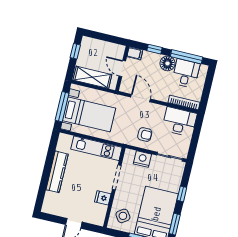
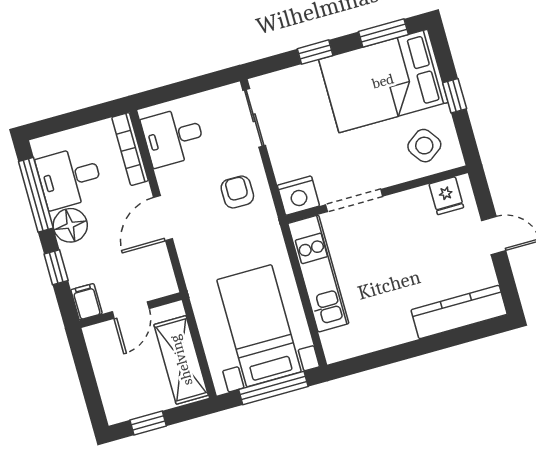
door: (141, 98) -> (163, 218), moved
desk: (179, 122) -> (173, 137), width x0.73
nightstand: (142, 159) -> (298, 196), moved, turned -90
kitchen counter: (57, 172) -> (459, 312), moved
fridge: (103, 198) -> (446, 196), moved

